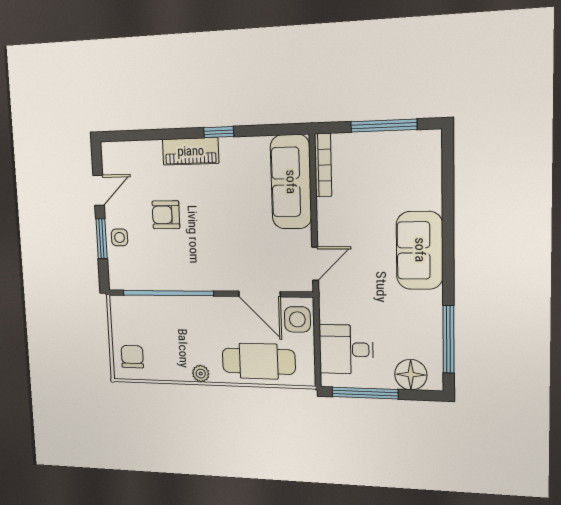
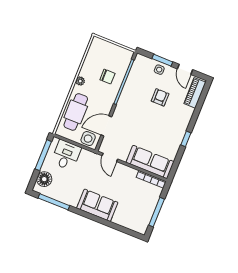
piano: (191, 151) -> (195, 93), moved
chair: (132, 357) -> (107, 77), moved

